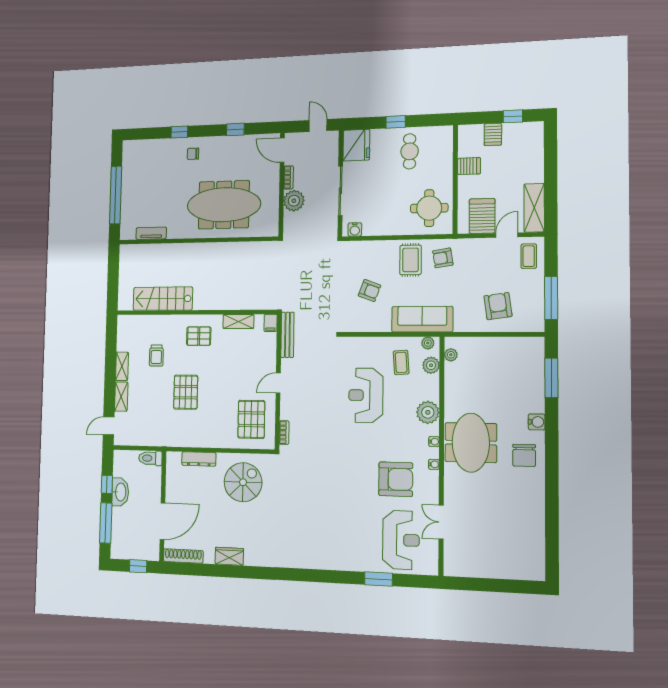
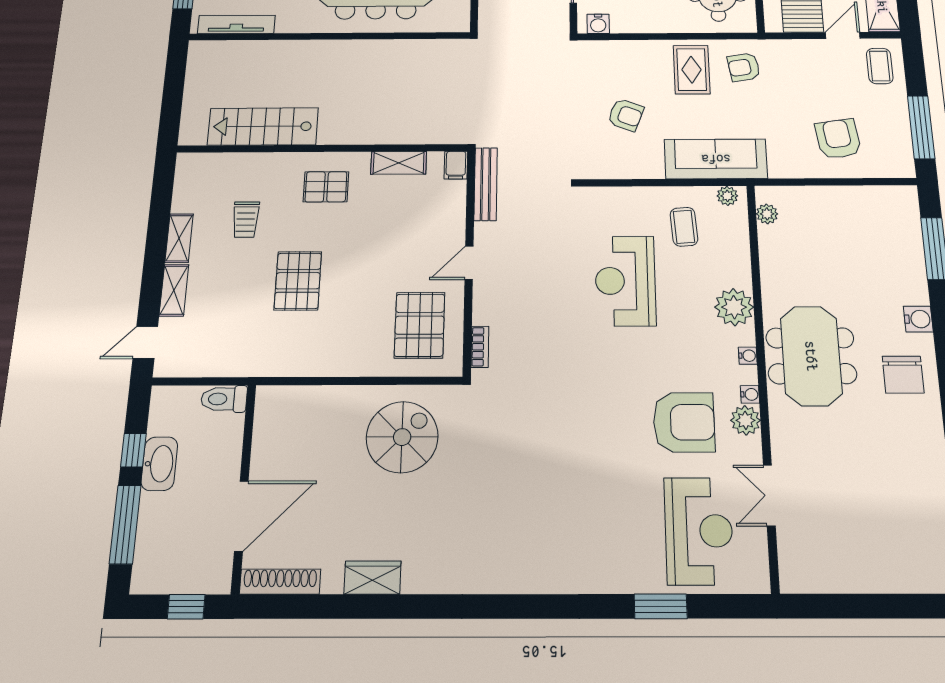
tv unit: (151, 233) -> (236, 24), width x1.41
plant: (431, 365) -> (745, 420), moved
dresser: (199, 459) -> (318, 398), removed

